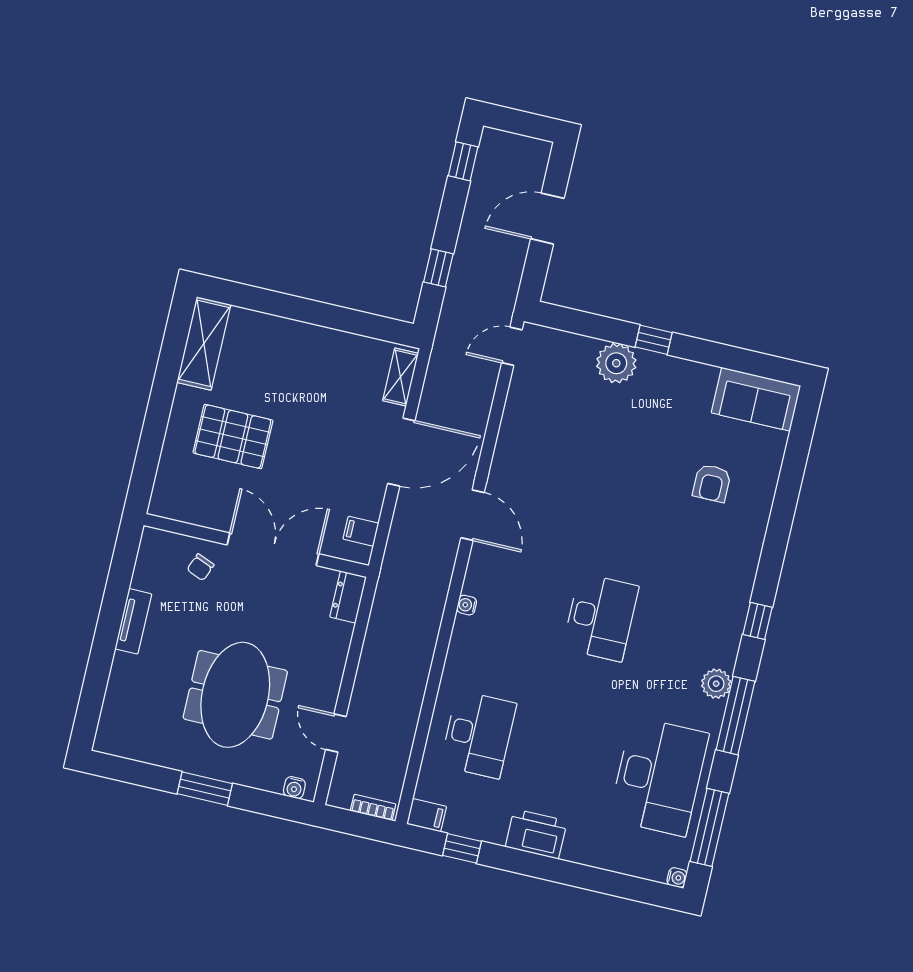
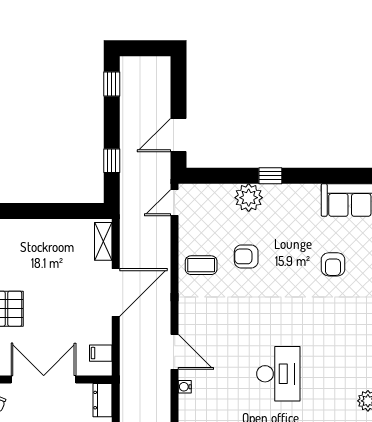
door: (547, 219) -> (178, 135), moved
coffee table: (529, 442) -> (201, 265), added
armchair: (594, 444) -> (246, 256), added
door: (473, 515) -> (175, 352), moved

